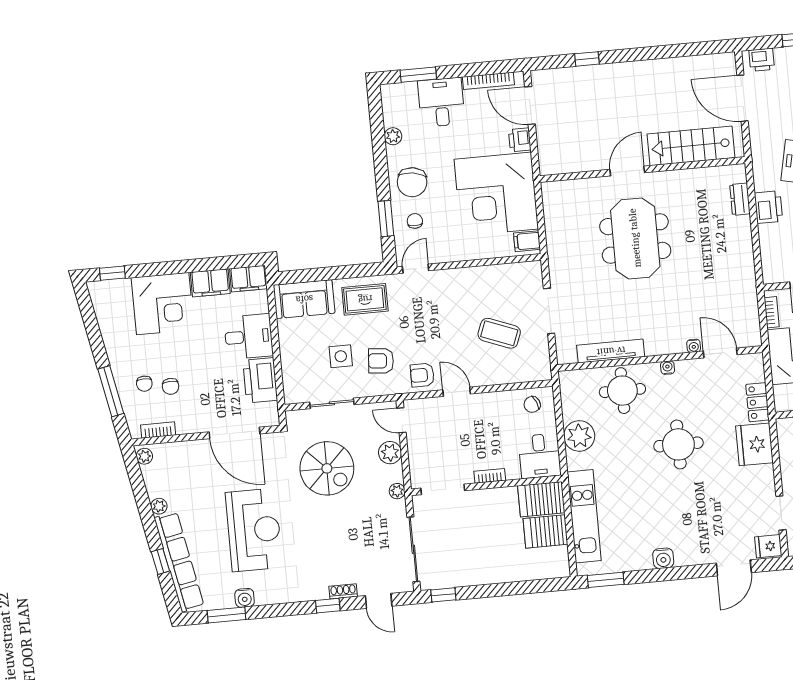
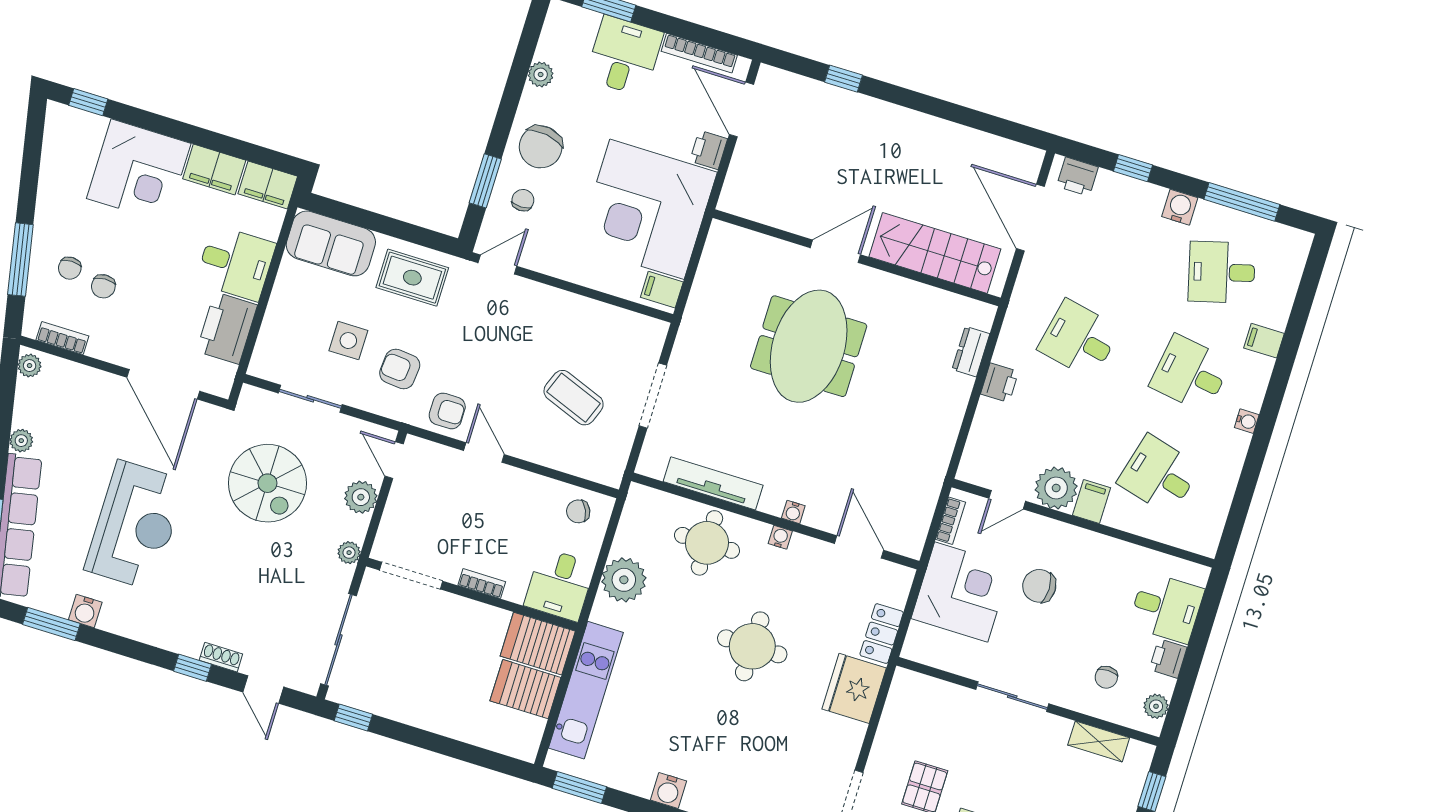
printer: (769, 207) -> (1000, 383), width x0.73, depth x0.81
water cooler: (694, 346) -> (793, 512), moved
armchair: (422, 375) -> (447, 411), turned 180

